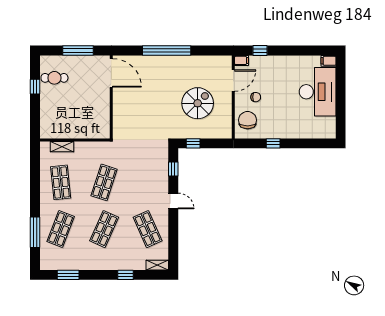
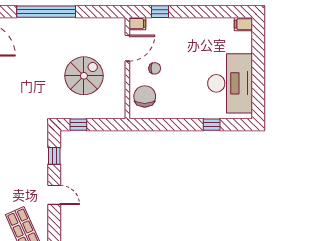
desk: (318, 92) -> (230, 83), moved
window: (273, 143) -> (212, 125), moved

